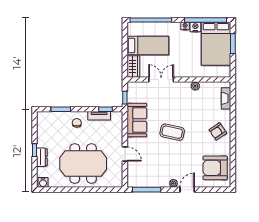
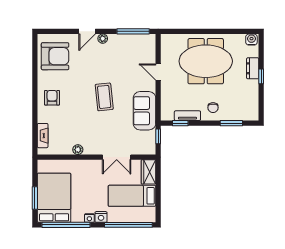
nightstand: (195, 27) -> (101, 217), moved
armchair: (218, 131) -> (52, 98), turned -56
coffee table: (172, 132) -> (104, 97), turned 72

